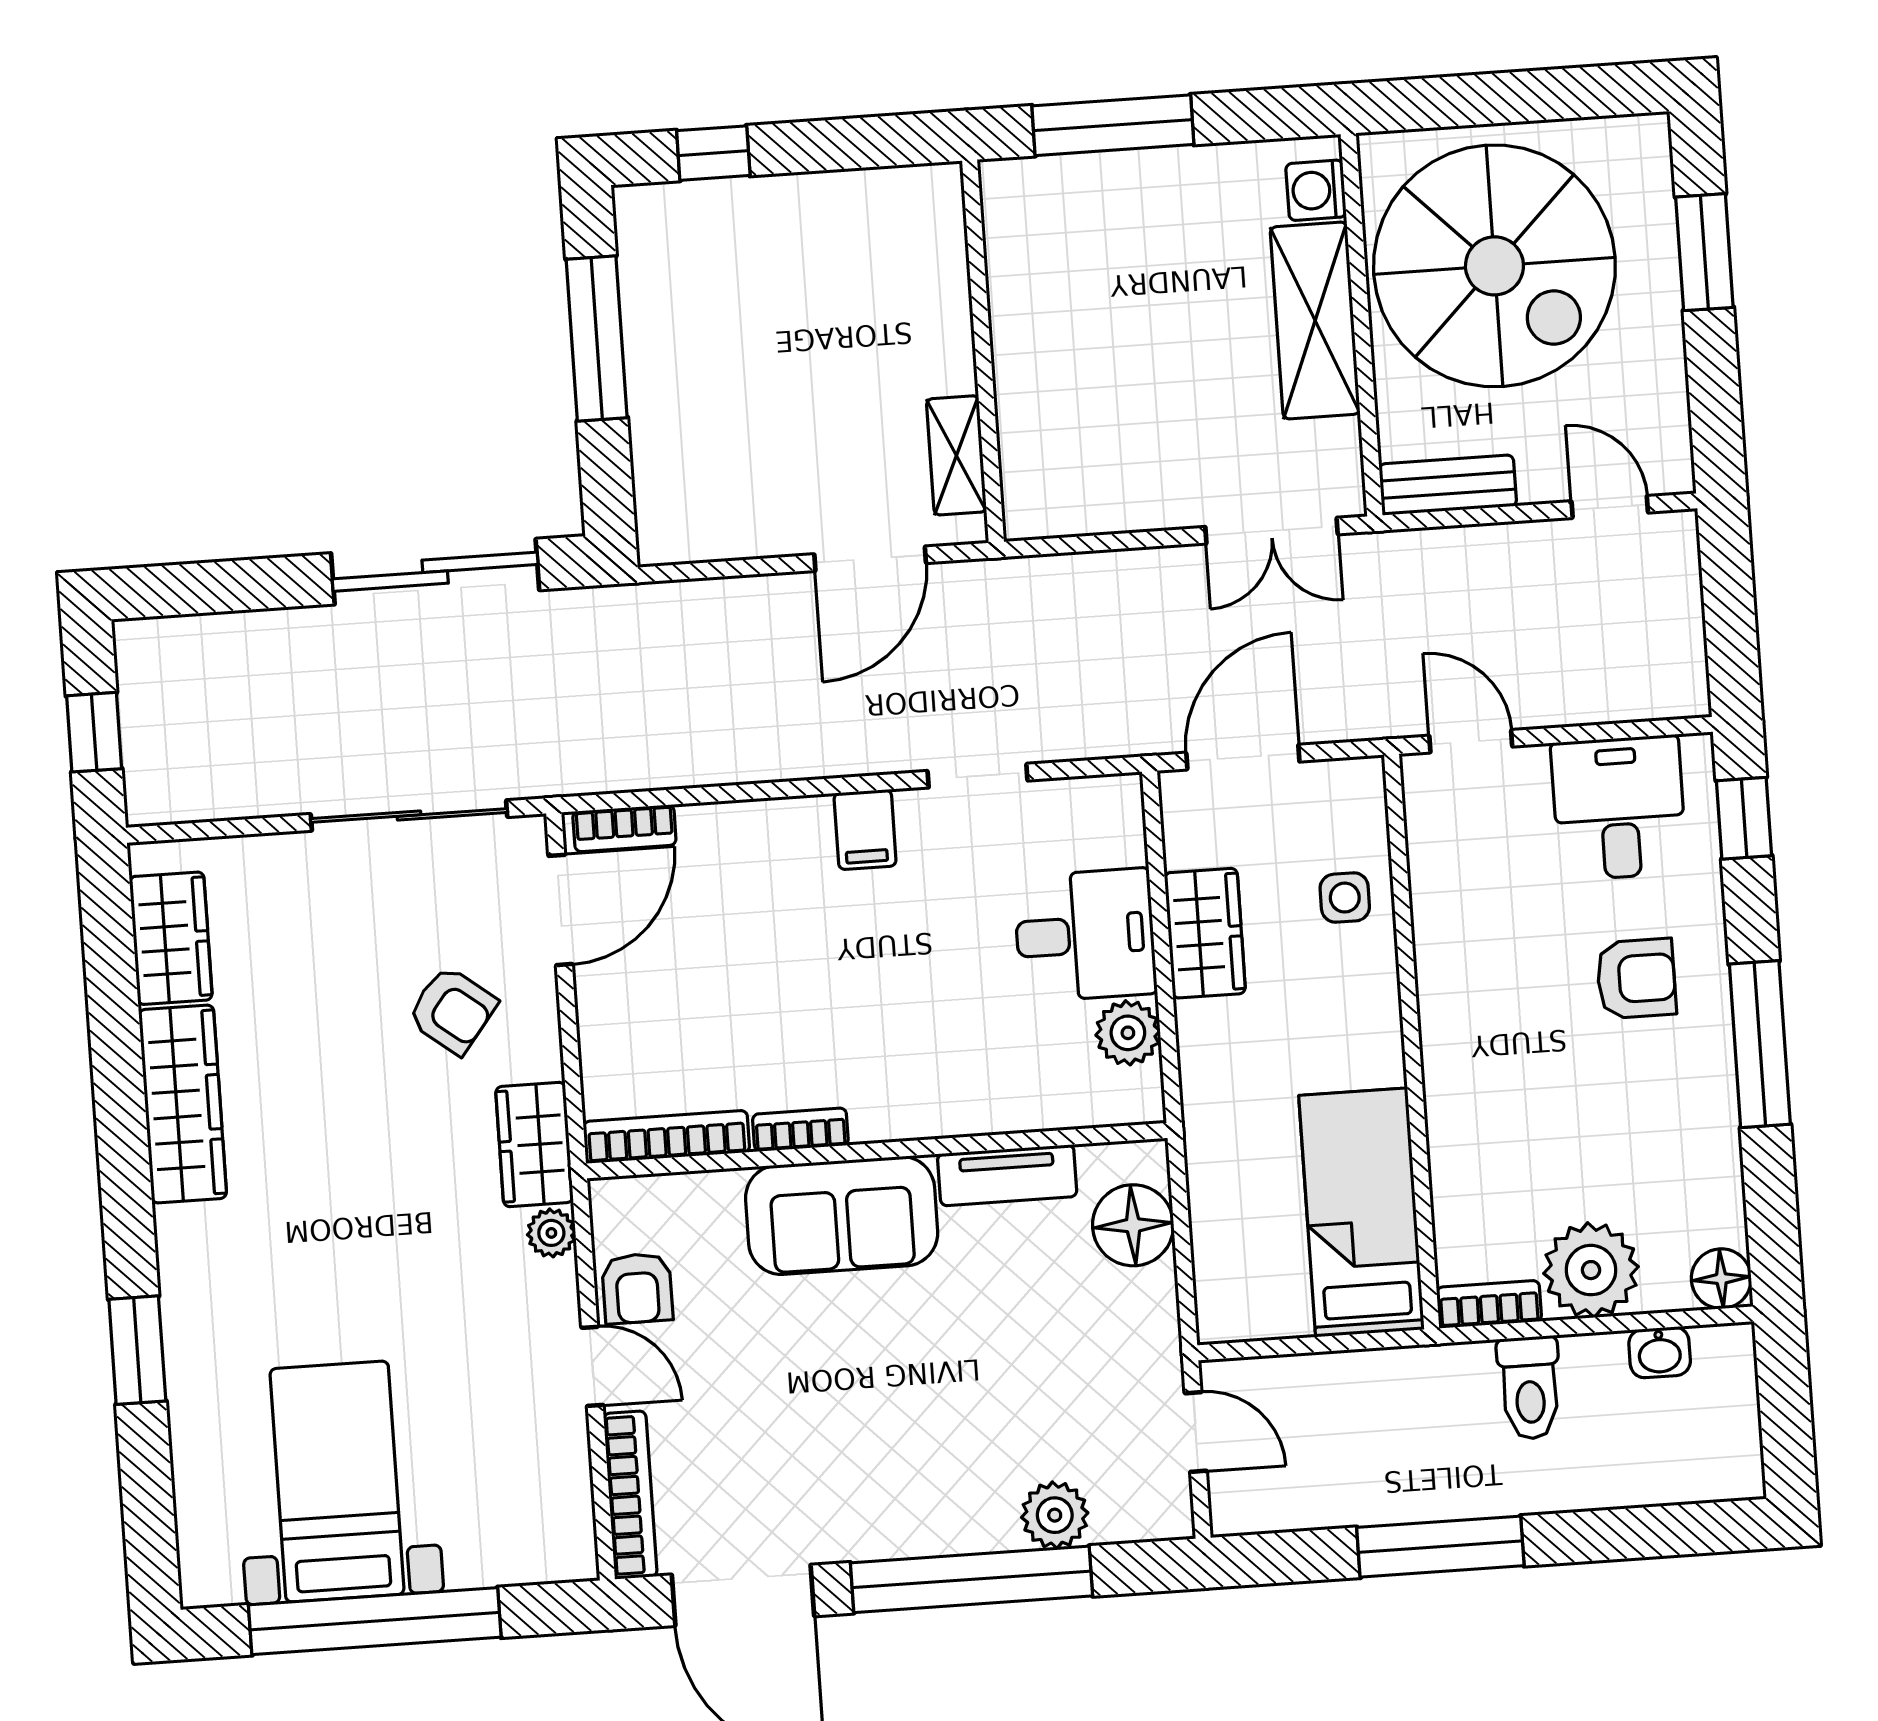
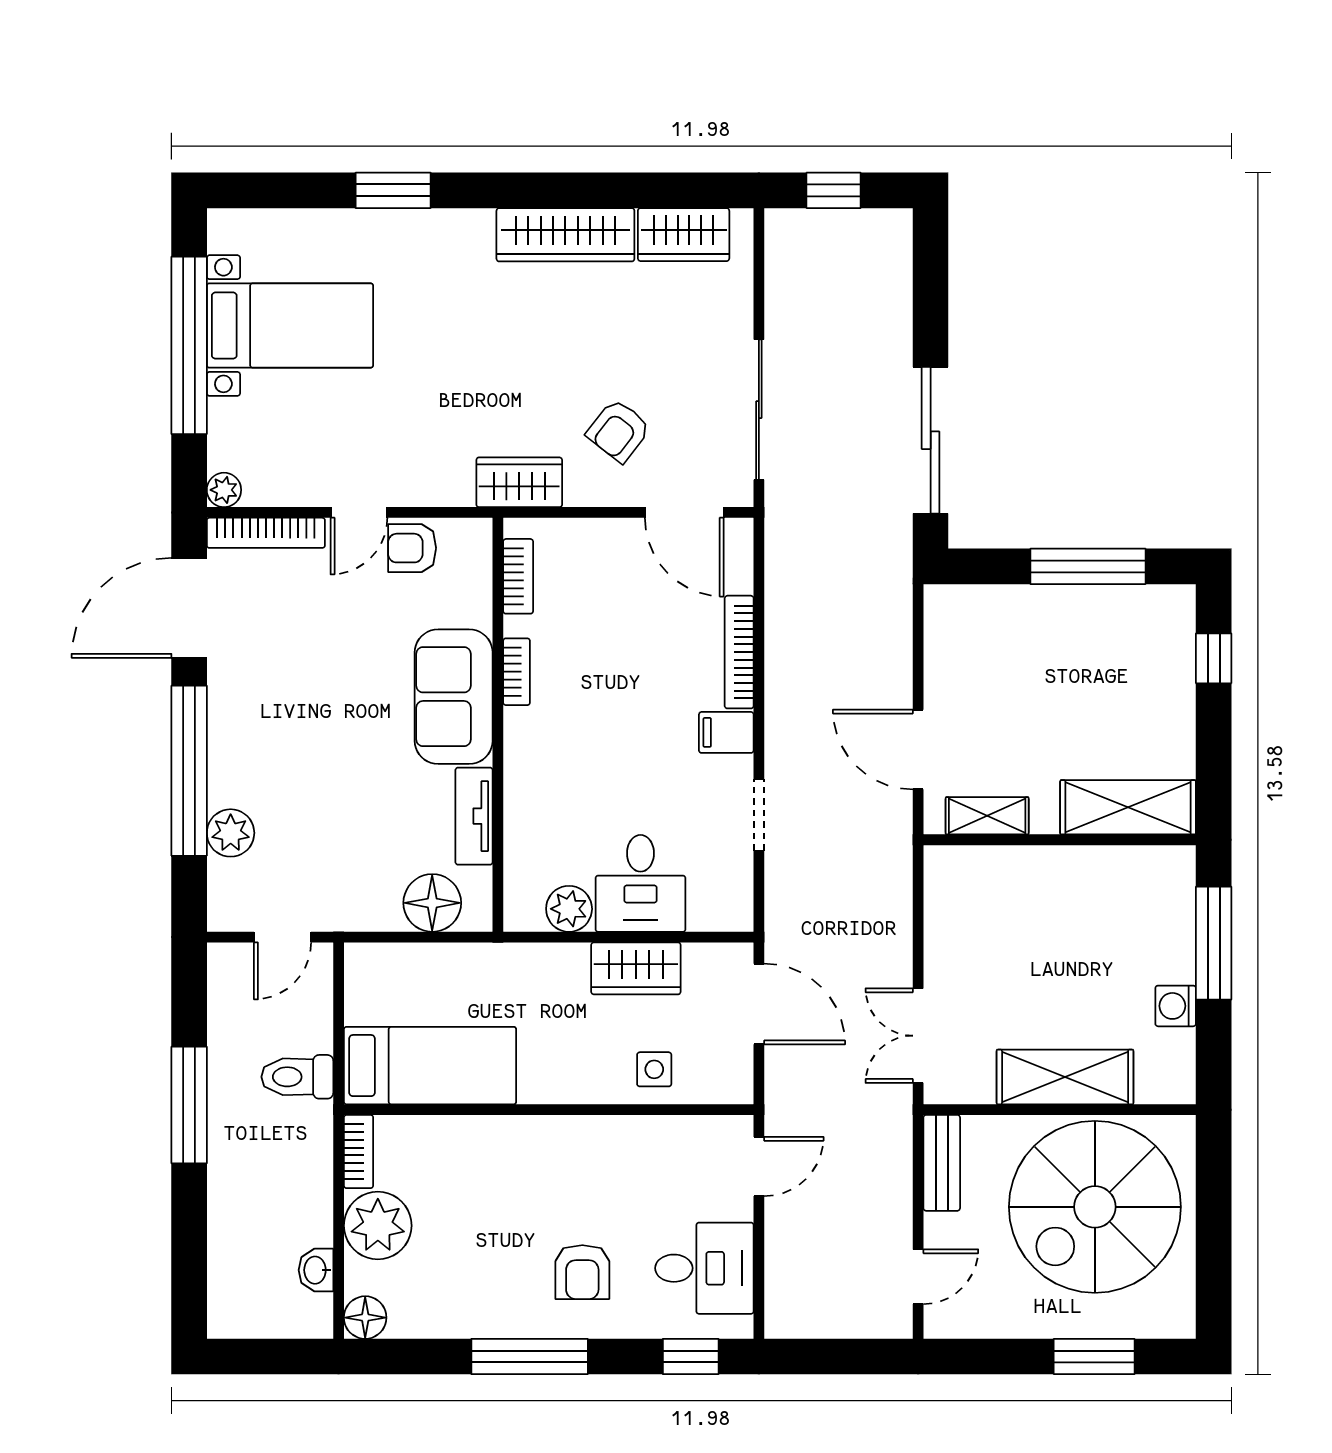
washing machine: (1316, 190) -> (1176, 1006), moved, turned -90
shelving: (931, 259) -> (1128, 807), added
bookcase: (624, 828) -> (739, 652), moved, width x1.56
bookcase: (667, 1137) -> (518, 576), width x0.64
plant: (551, 1233) -> (224, 490), moved
toilet: (1530, 1388) -> (297, 1077), moved

